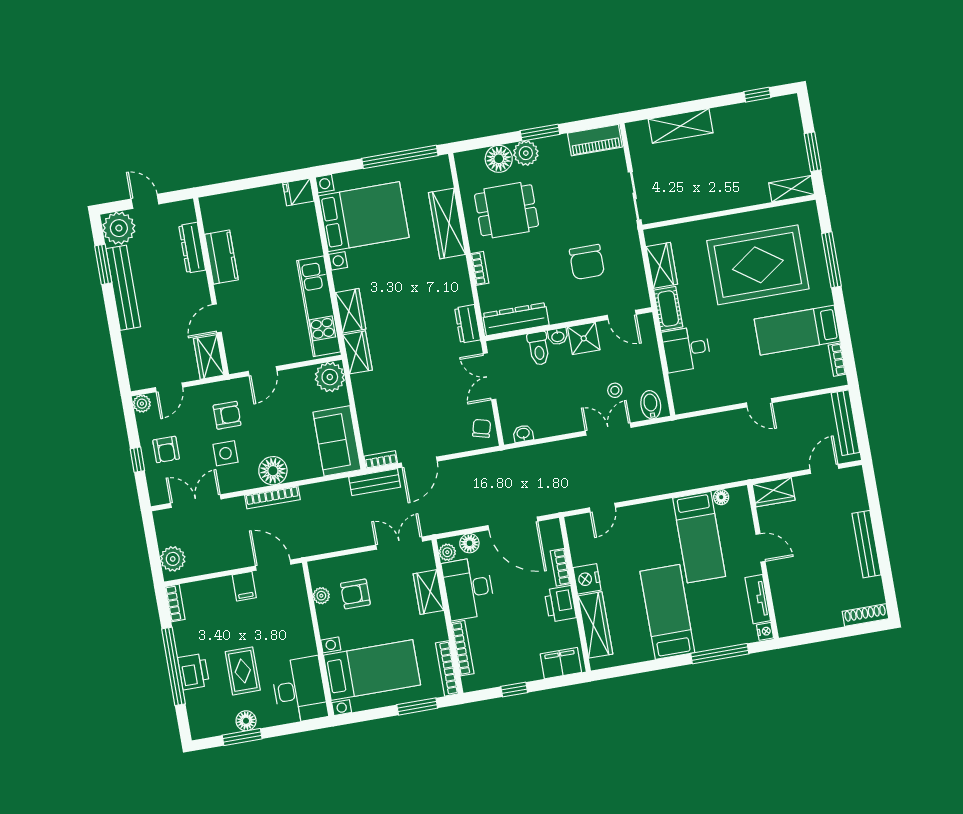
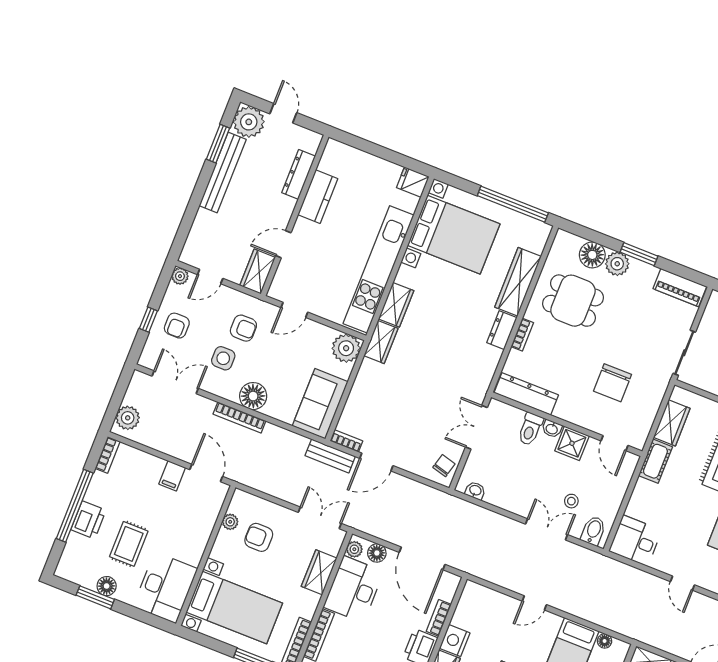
kitchen unit: (319, 306) -> (378, 269), width x1.36
dresser: (467, 324) -> (502, 330), moved
desk: (686, 349) -> (635, 541), moved
door: (602, 508) -> (534, 603), moved

